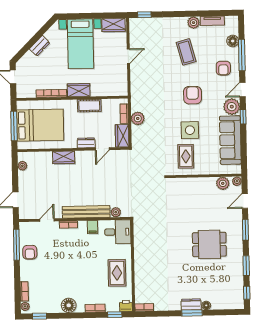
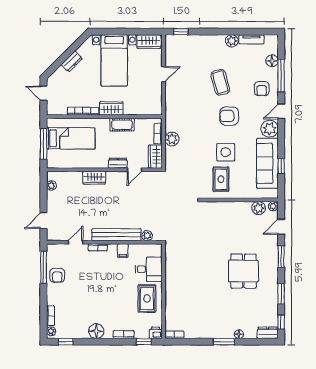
coffee table: (186, 52) -> (220, 82), moved
armchair: (193, 95) -> (229, 116), turned -90
window: (243, 117) -> (281, 166), moved
bed: (40, 125) -> (71, 138), width x0.67
desk: (118, 232) -> (149, 269), moved
dining table: (209, 244) -> (243, 271), turned 90
dresser: (191, 304) -> (268, 333), moved

